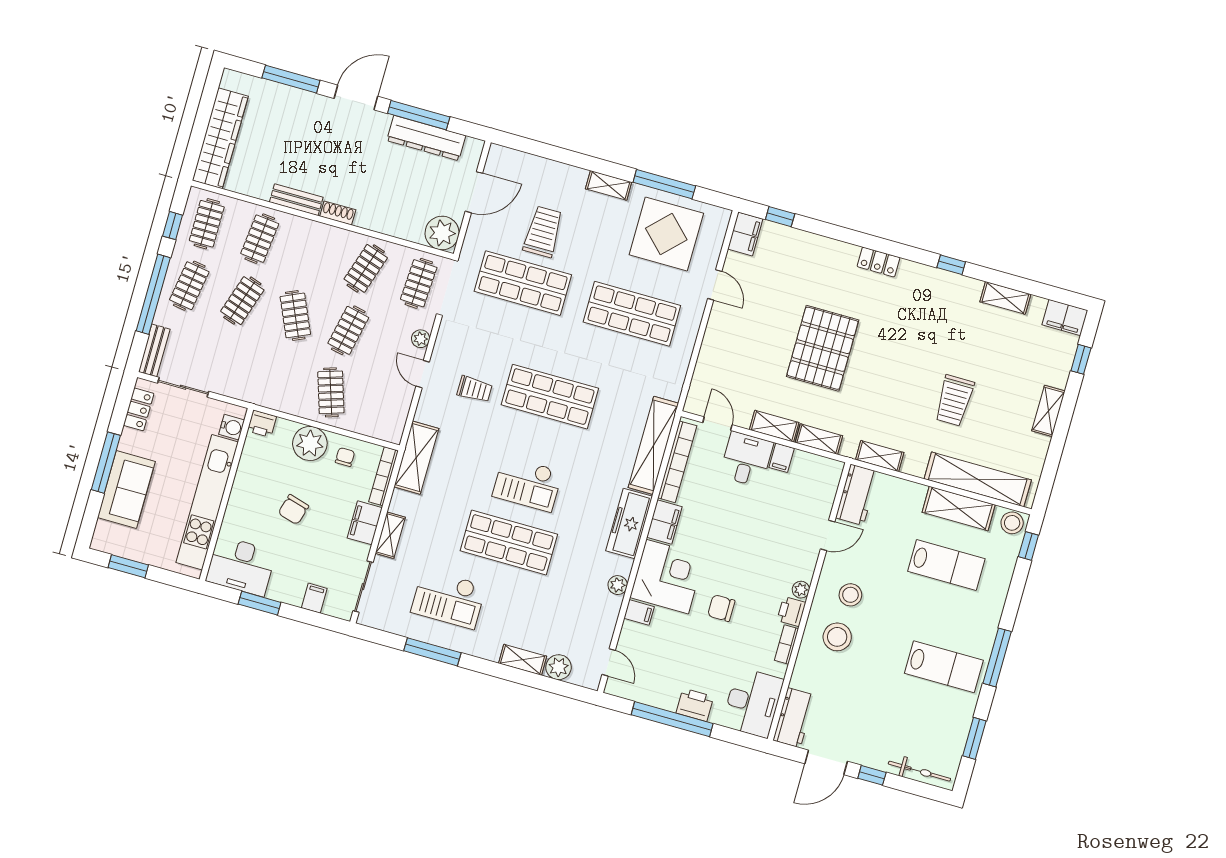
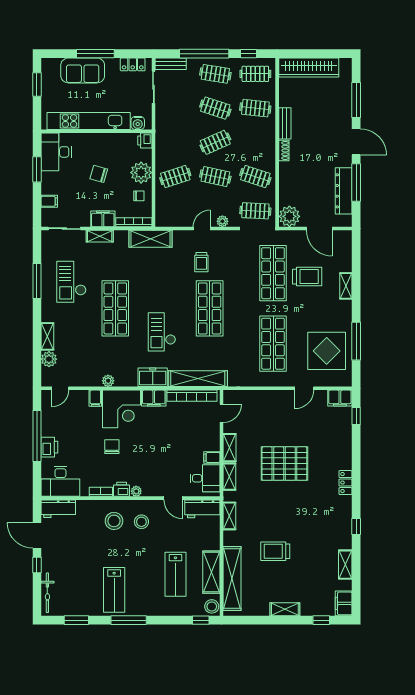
shelving: (609, 185) -> (346, 286), moved
desk: (746, 459) -> (205, 478), moved
checkout: (527, 484) -> (162, 332), moved
freezer: (629, 524) -> (153, 377), width x0.71

